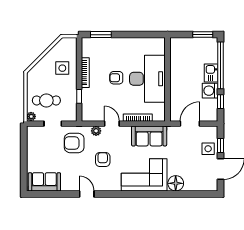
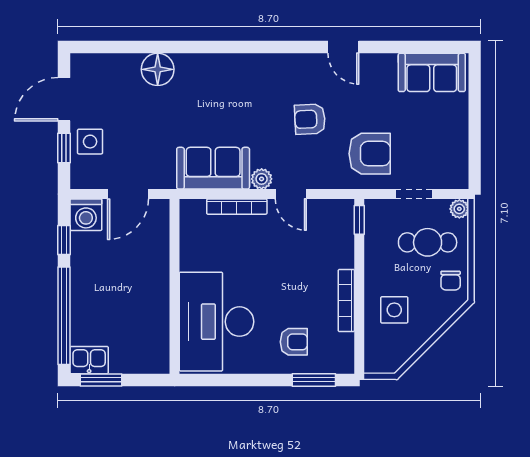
kitchen sink: (211, 73) -> (89, 360), moved, turned -90
armchair: (116, 78) -> (294, 342), moved
desk: (147, 79) -> (217, 322), moved
chair: (35, 82) -> (451, 281), added
washing machine: (210, 91) -> (86, 215), moved, turned 90
window: (79, 96) -> (359, 220), moved
plant: (96, 131) -> (262, 179), moved
armchair: (103, 159) -> (310, 119), turned 87
corner sofa: (144, 175) -> (223, 87), removed

